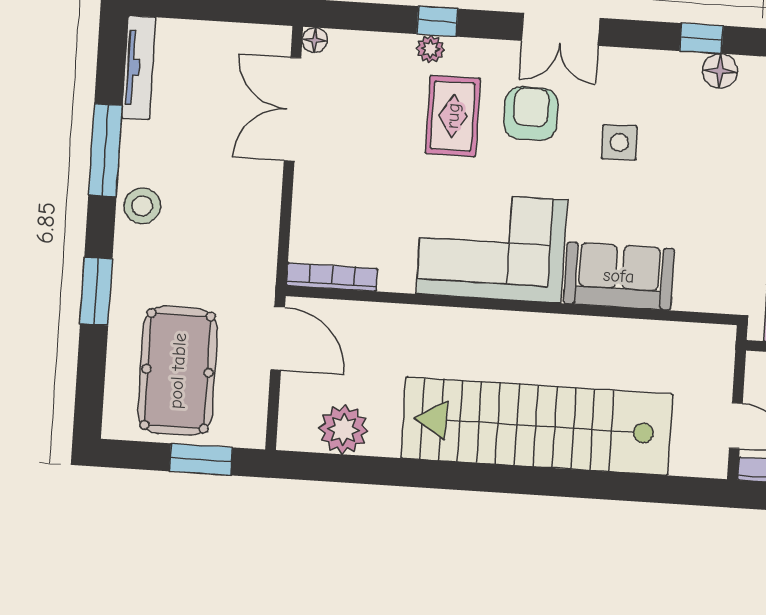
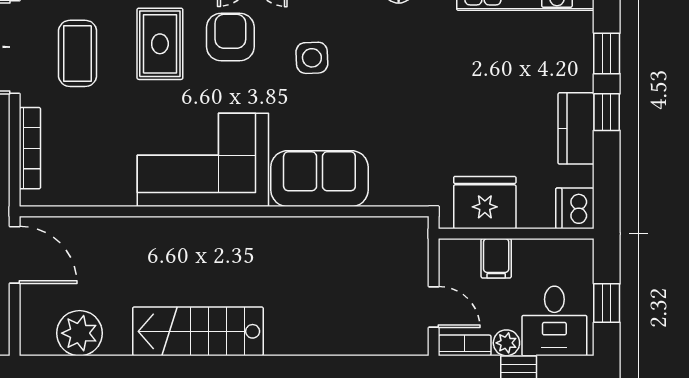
coffee table: (361, 121) -> (78, 53), added
bookcase: (332, 277) -> (30, 148), moved, turned 90
stairs: (537, 426) -> (198, 331), width x0.54, depth x0.66

